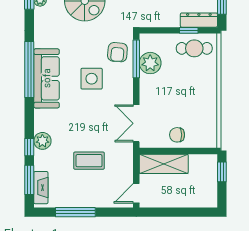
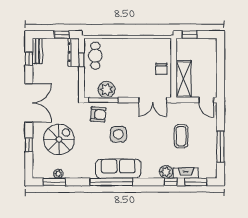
fireplace: (41, 188) -> (186, 173), moved

